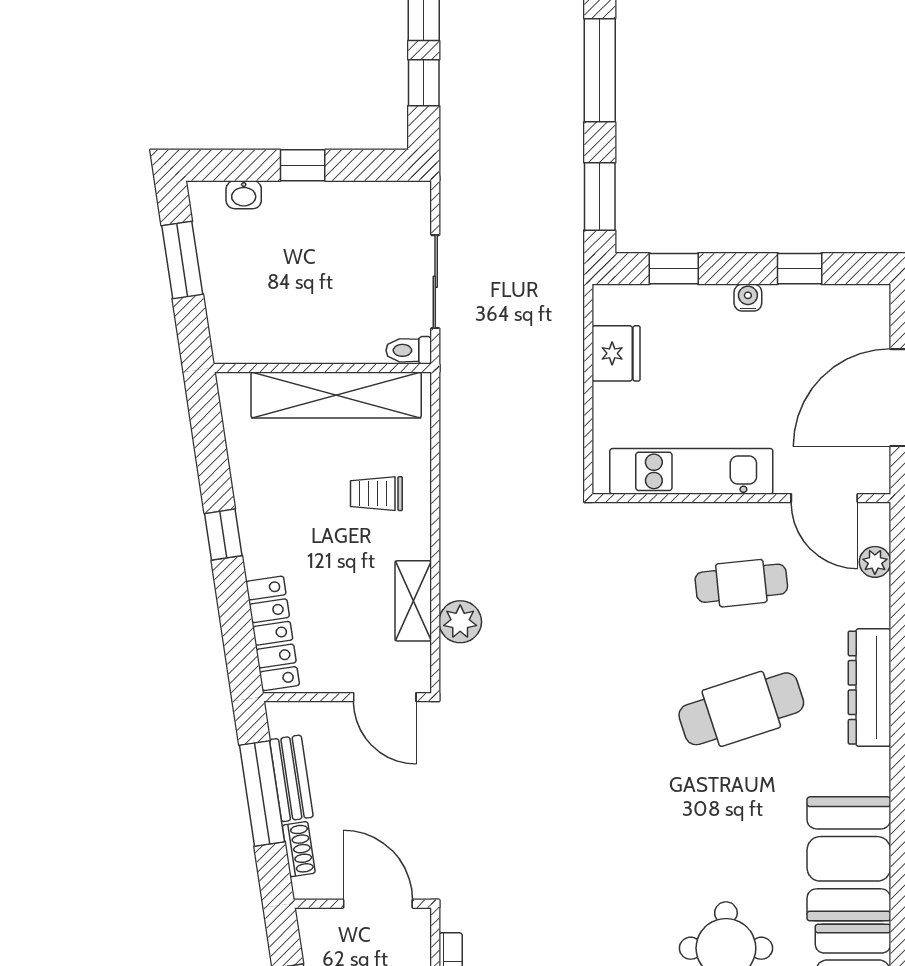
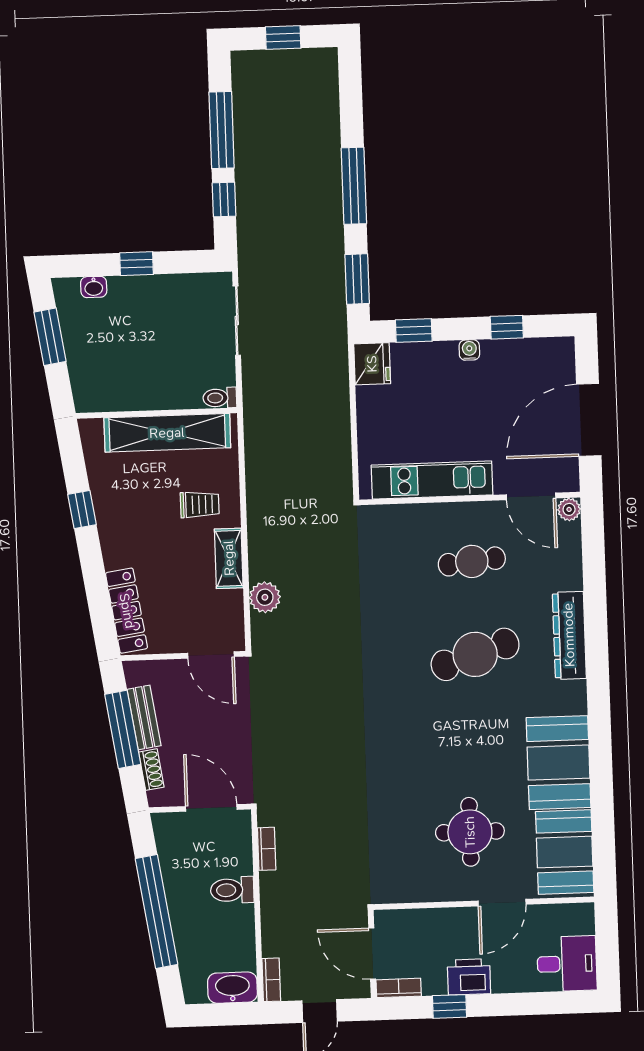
sliding door: (435, 282) -> (237, 321), moved
fridge: (616, 353) -> (372, 364), moved
trolley: (376, 494) -> (200, 505), turned 180
window: (223, 535) -> (82, 510), moved
plant: (875, 562) -> (569, 509), moved
shelving: (413, 601) -> (229, 558), moved

